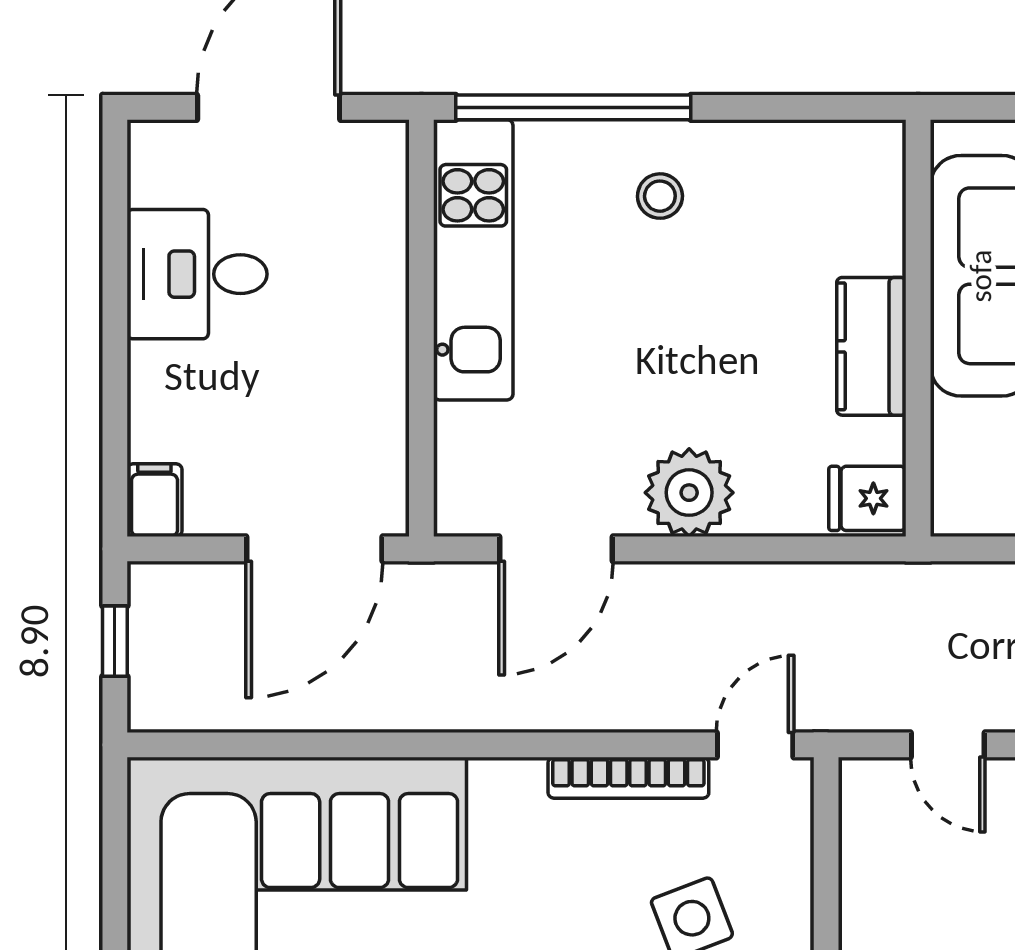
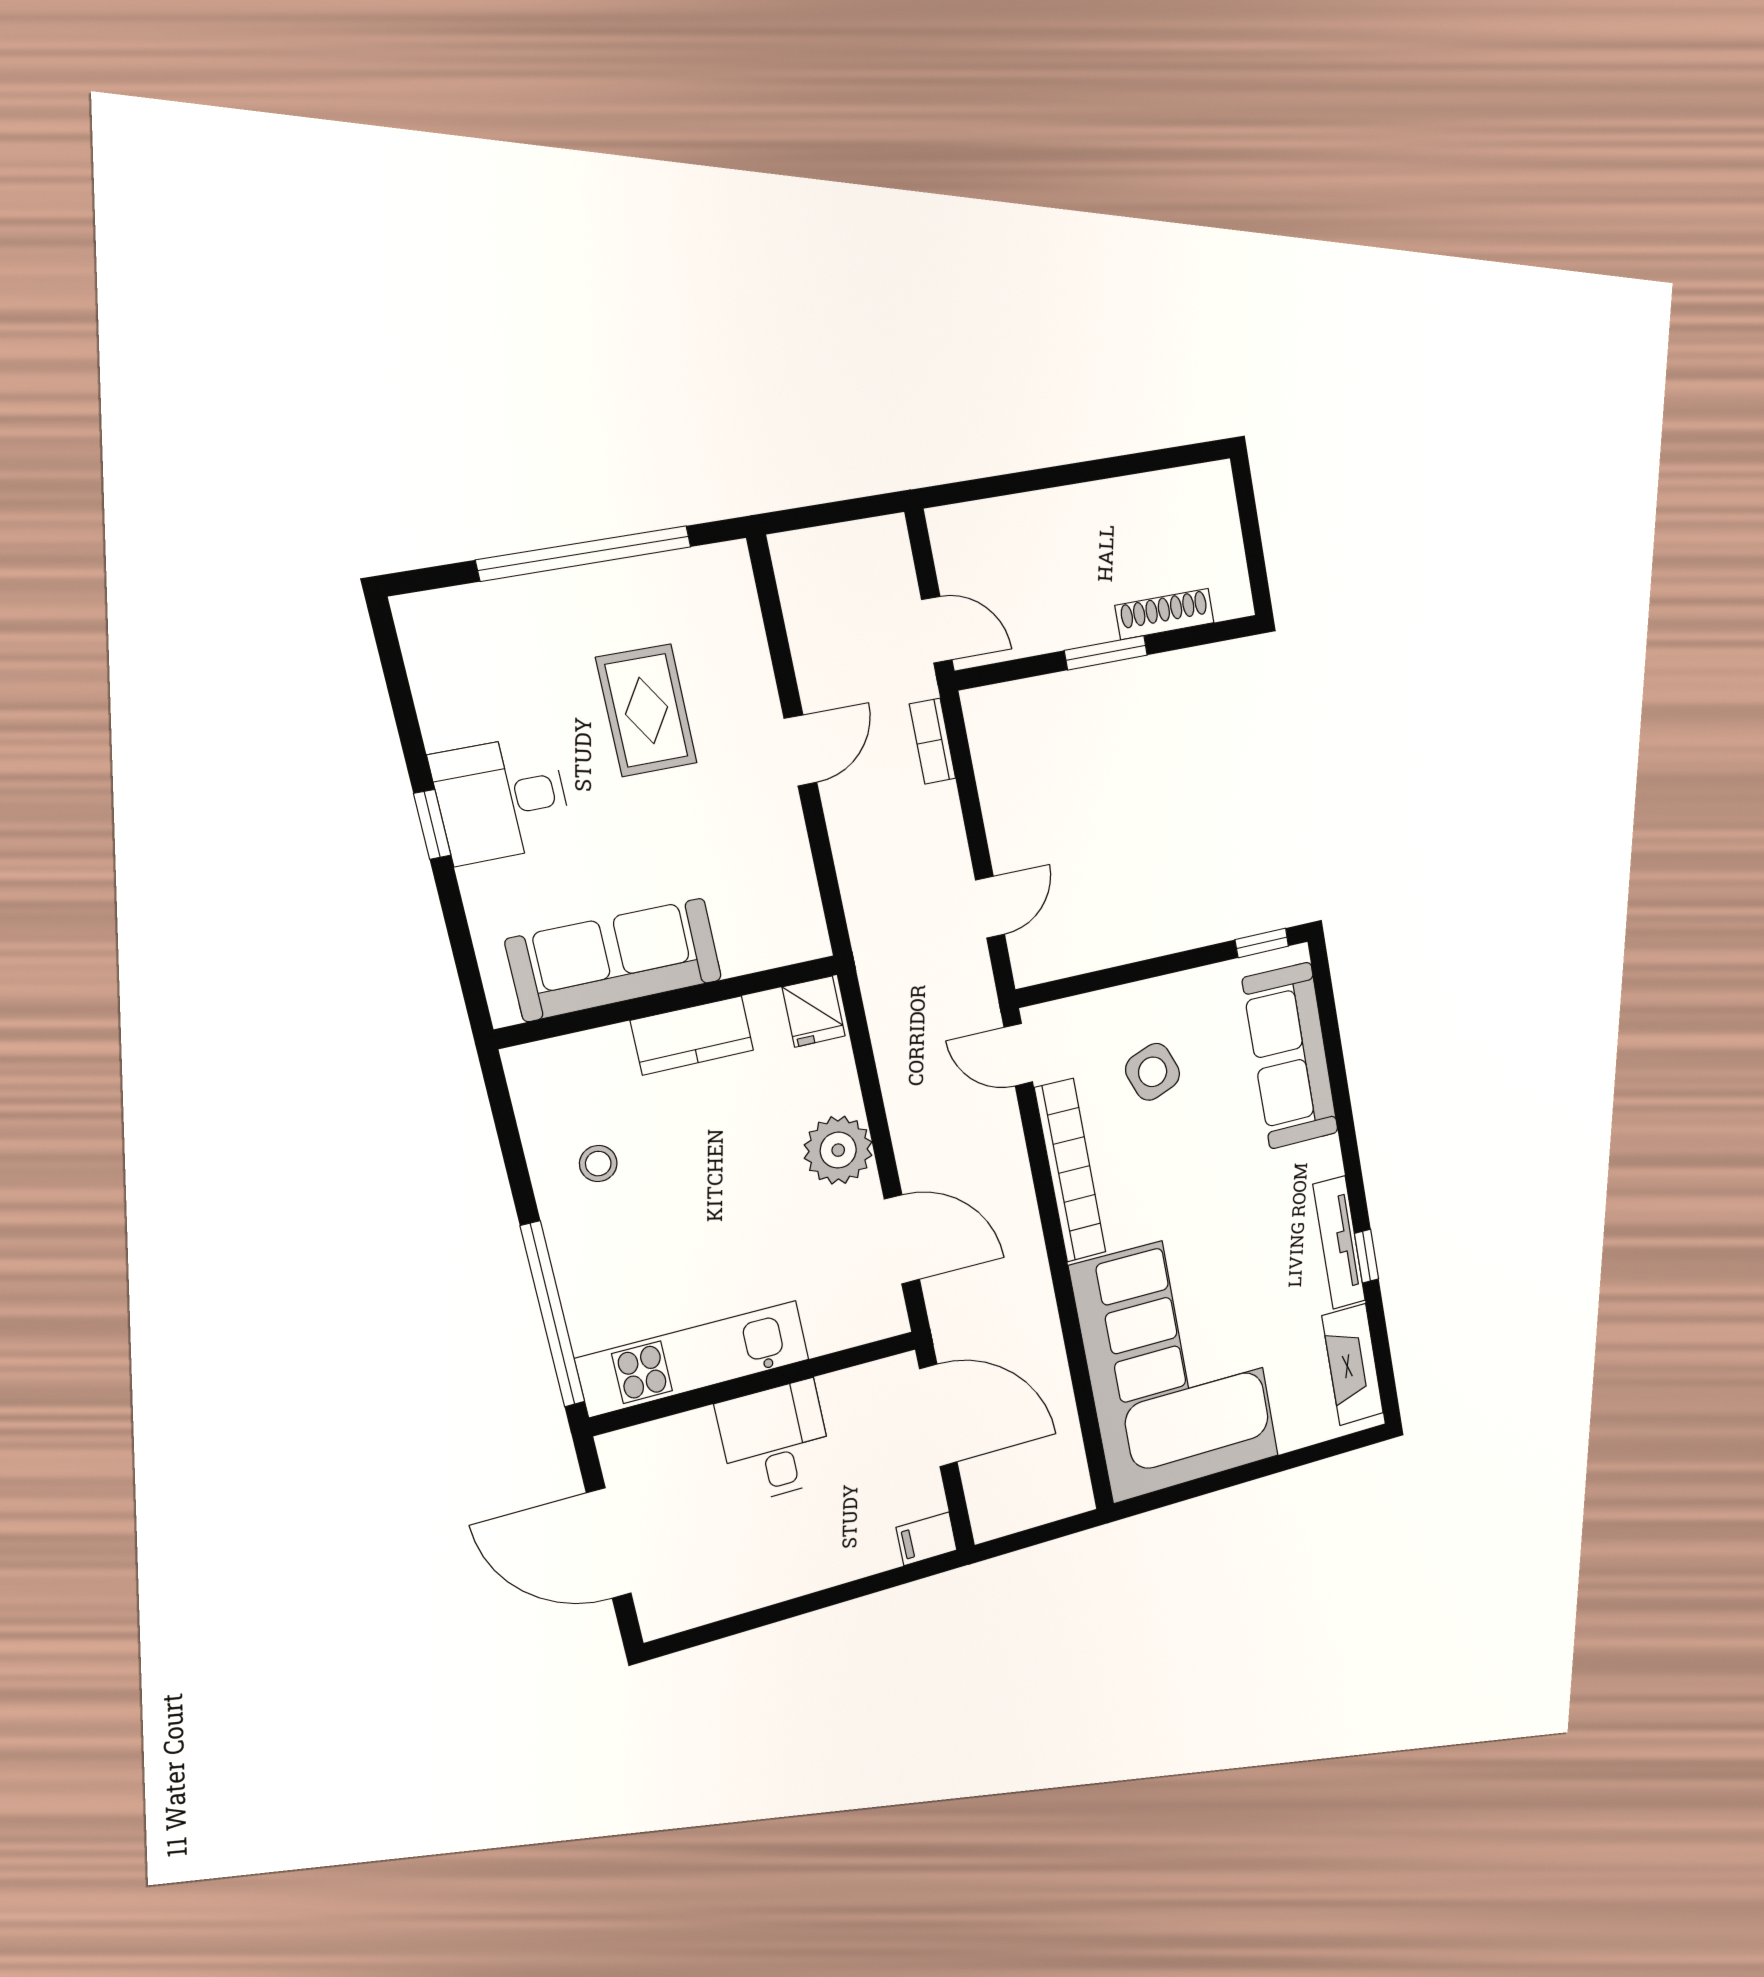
stool: (660, 196) -> (598, 1164), moved
desk: (197, 274) -> (775, 1442), moved, turned 180
window: (115, 641) -> (1034, 1536), removed
bookcase: (628, 778) -> (1070, 1171), width x1.48, depth x1.31

